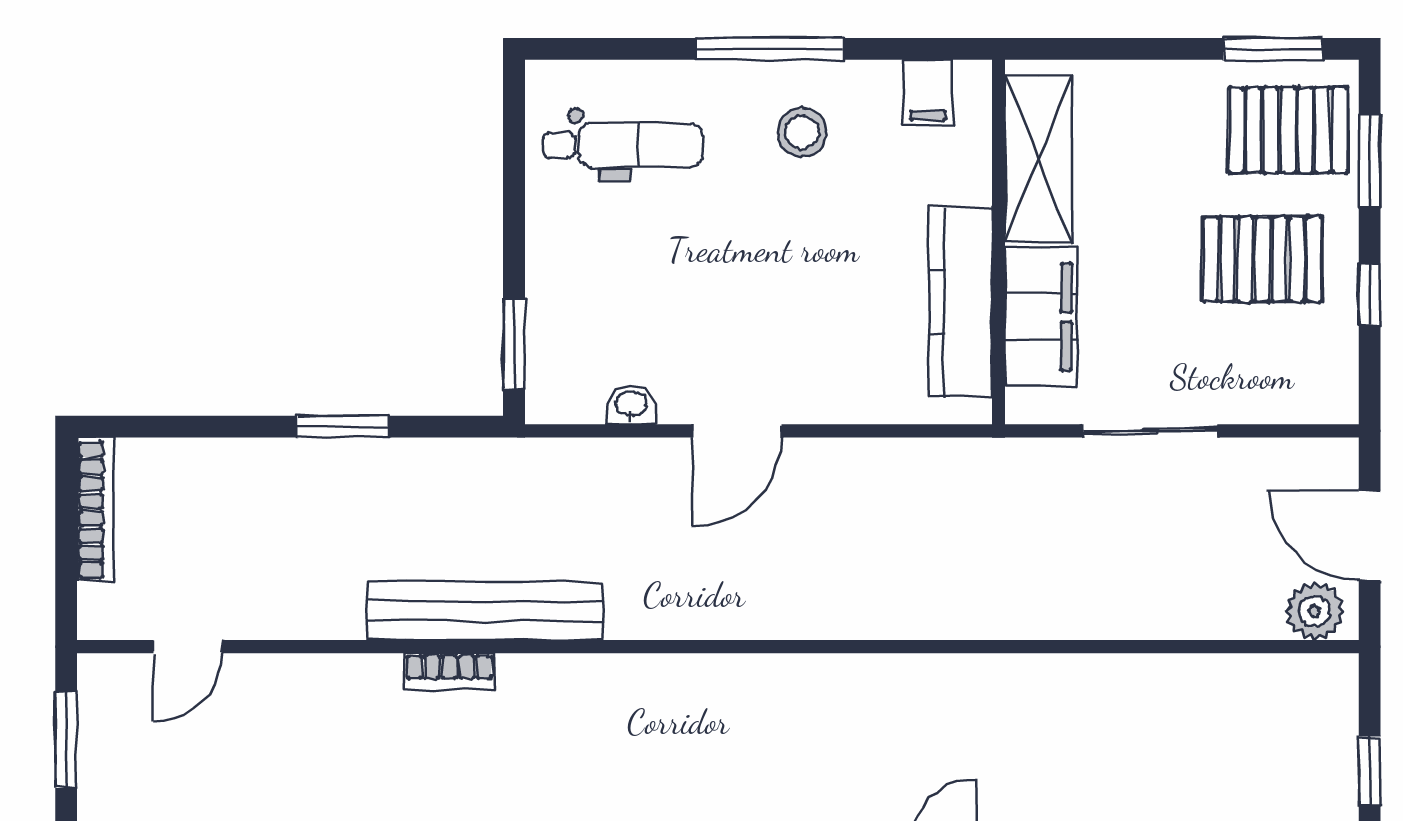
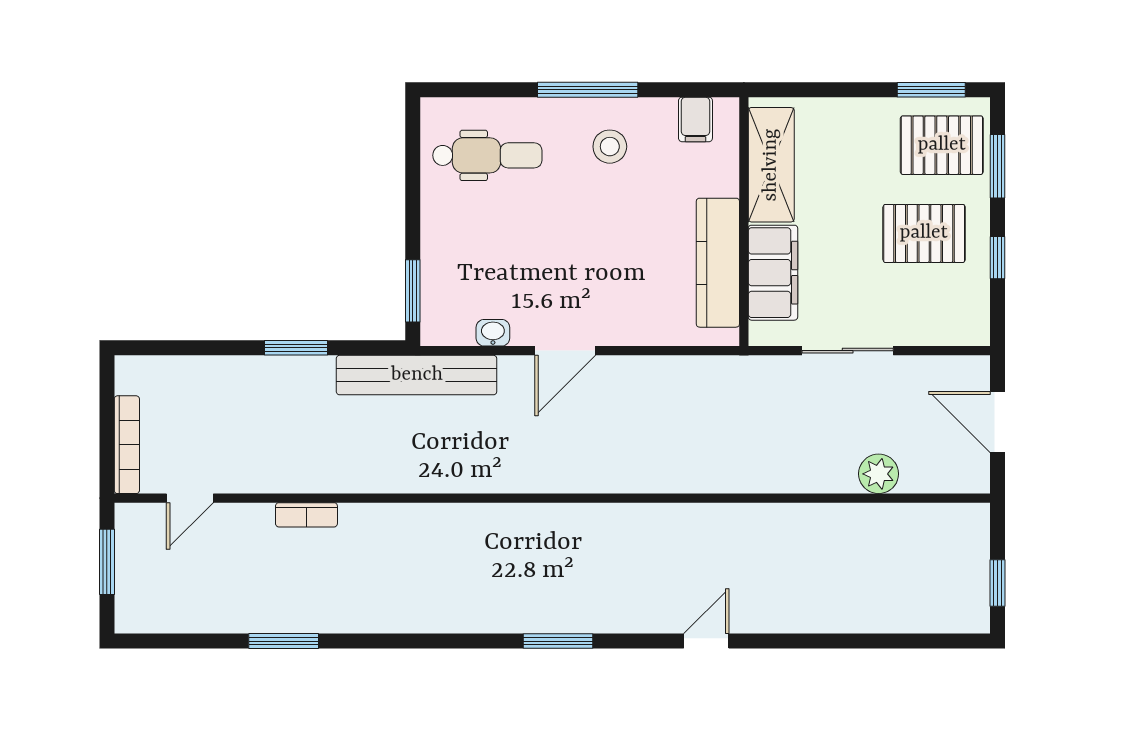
bookcase: (95, 510) -> (127, 445), moved
bench: (485, 611) -> (417, 375), moved
plant: (1315, 611) -> (879, 474), moved
bookcase: (449, 671) -> (306, 515), moved

